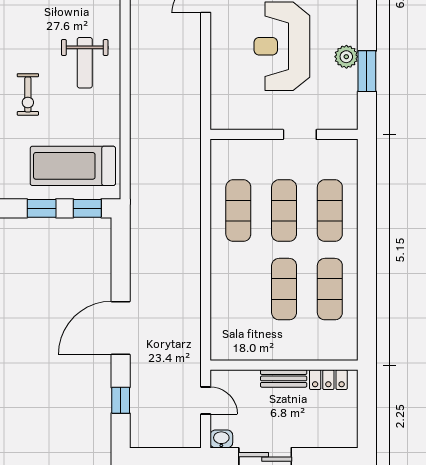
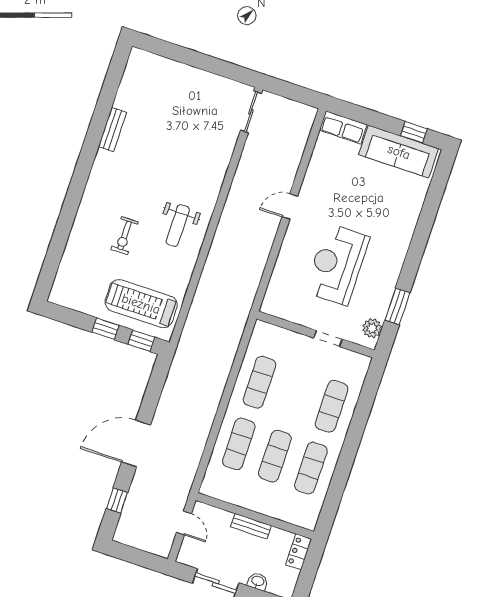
plant: (346, 57) -> (372, 328), moved
exercise mat: (284, 211) -> (239, 444), moved
locker: (328, 380) -> (299, 552), moved, turned 90
washbasin: (221, 439) -> (258, 581), moved

